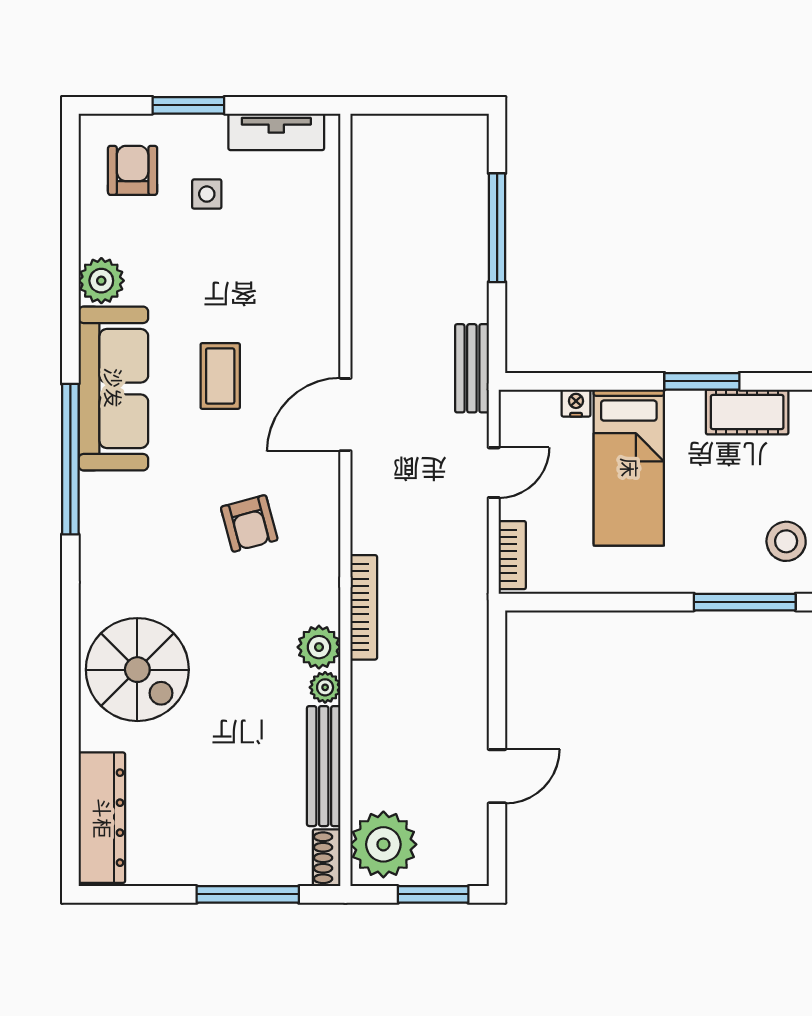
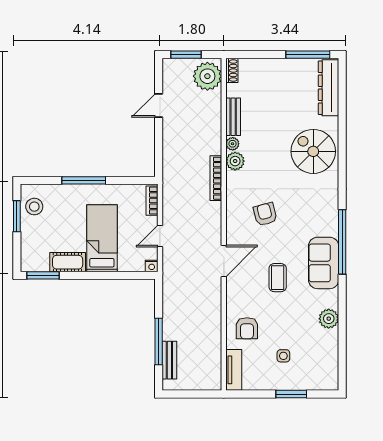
tv unit: (276, 132) -> (234, 370), moved, turned 90
armchair: (133, 170) -> (247, 328), moved
bench: (472, 368) -> (169, 360), moved
window: (702, 381) -> (43, 275), moved
sofa: (113, 388) -> (324, 263), width x0.73
nightstand: (576, 403) -> (152, 266), moved
cot: (747, 412) -> (68, 262), moved
window: (745, 602) -> (84, 180), moved
bench: (324, 766) -> (233, 117), width x0.73
window: (248, 894) -> (308, 55), moved

